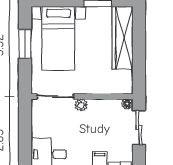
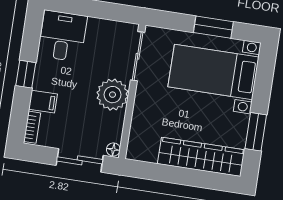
plant: (81, 105) -> (112, 95), width x1.88, depth x1.88

